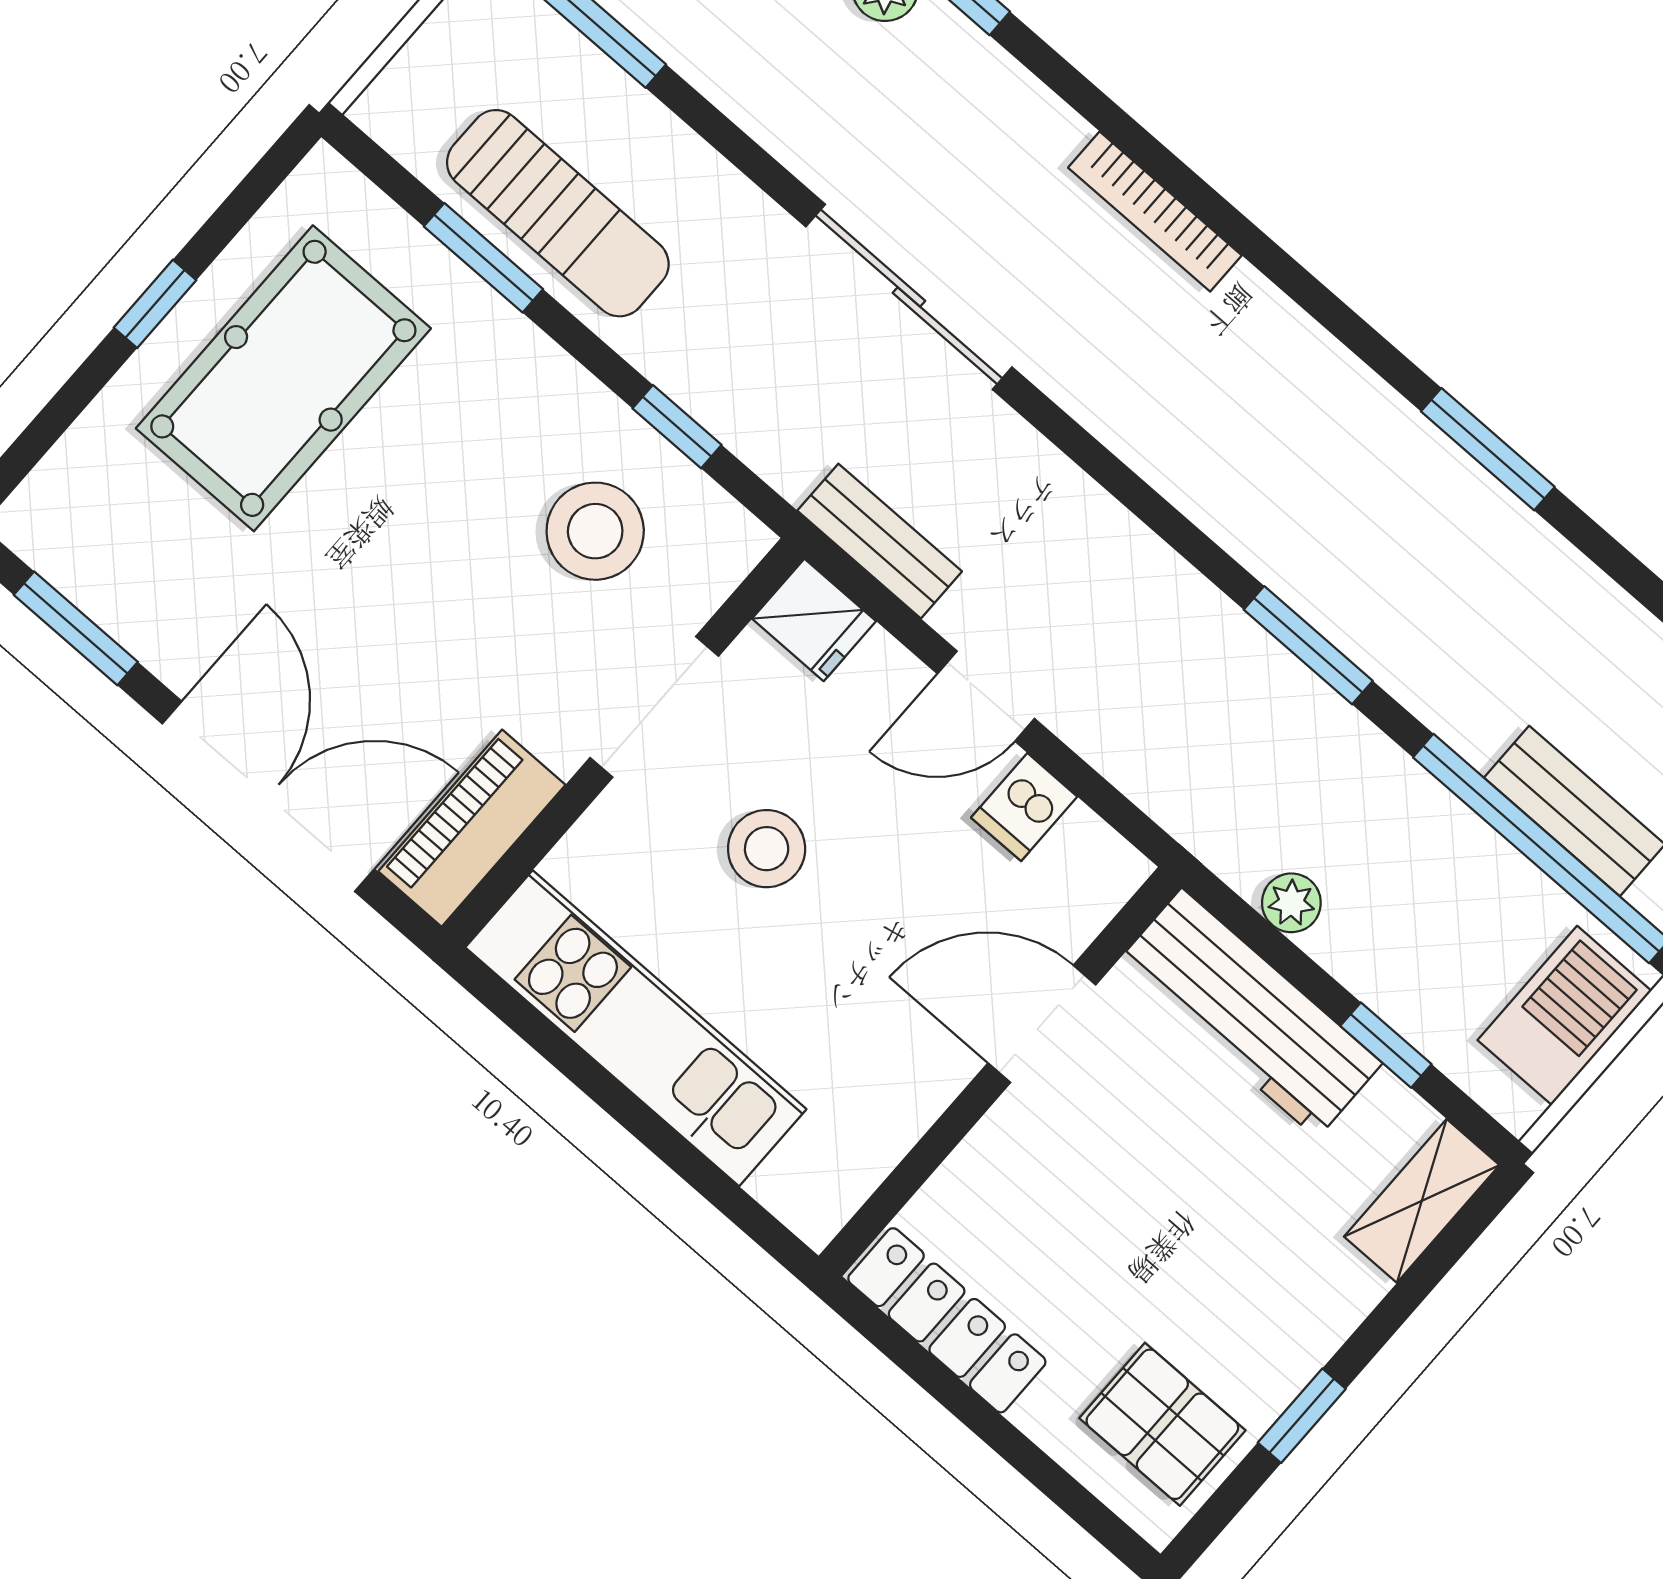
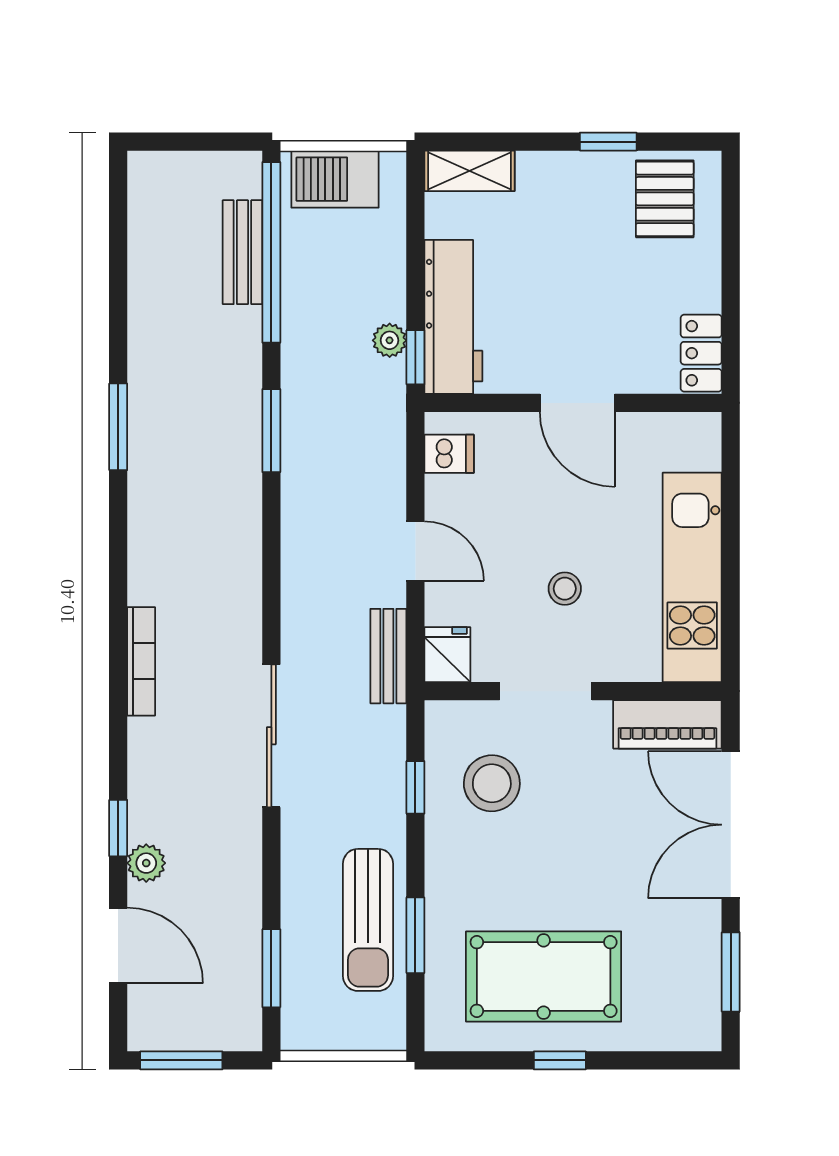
sun lounger: (558, 213) -> (368, 920), turned 180
dishwasher: (1024, 807) -> (449, 454), moved
stool: (767, 849) -> (565, 589), width x0.73, depth x0.73
door: (1042, 1024) -> (577, 403), moved
window: (1386, 1045) -> (415, 357), moved
locker: (947, 1320) -> (701, 353), width x0.66

